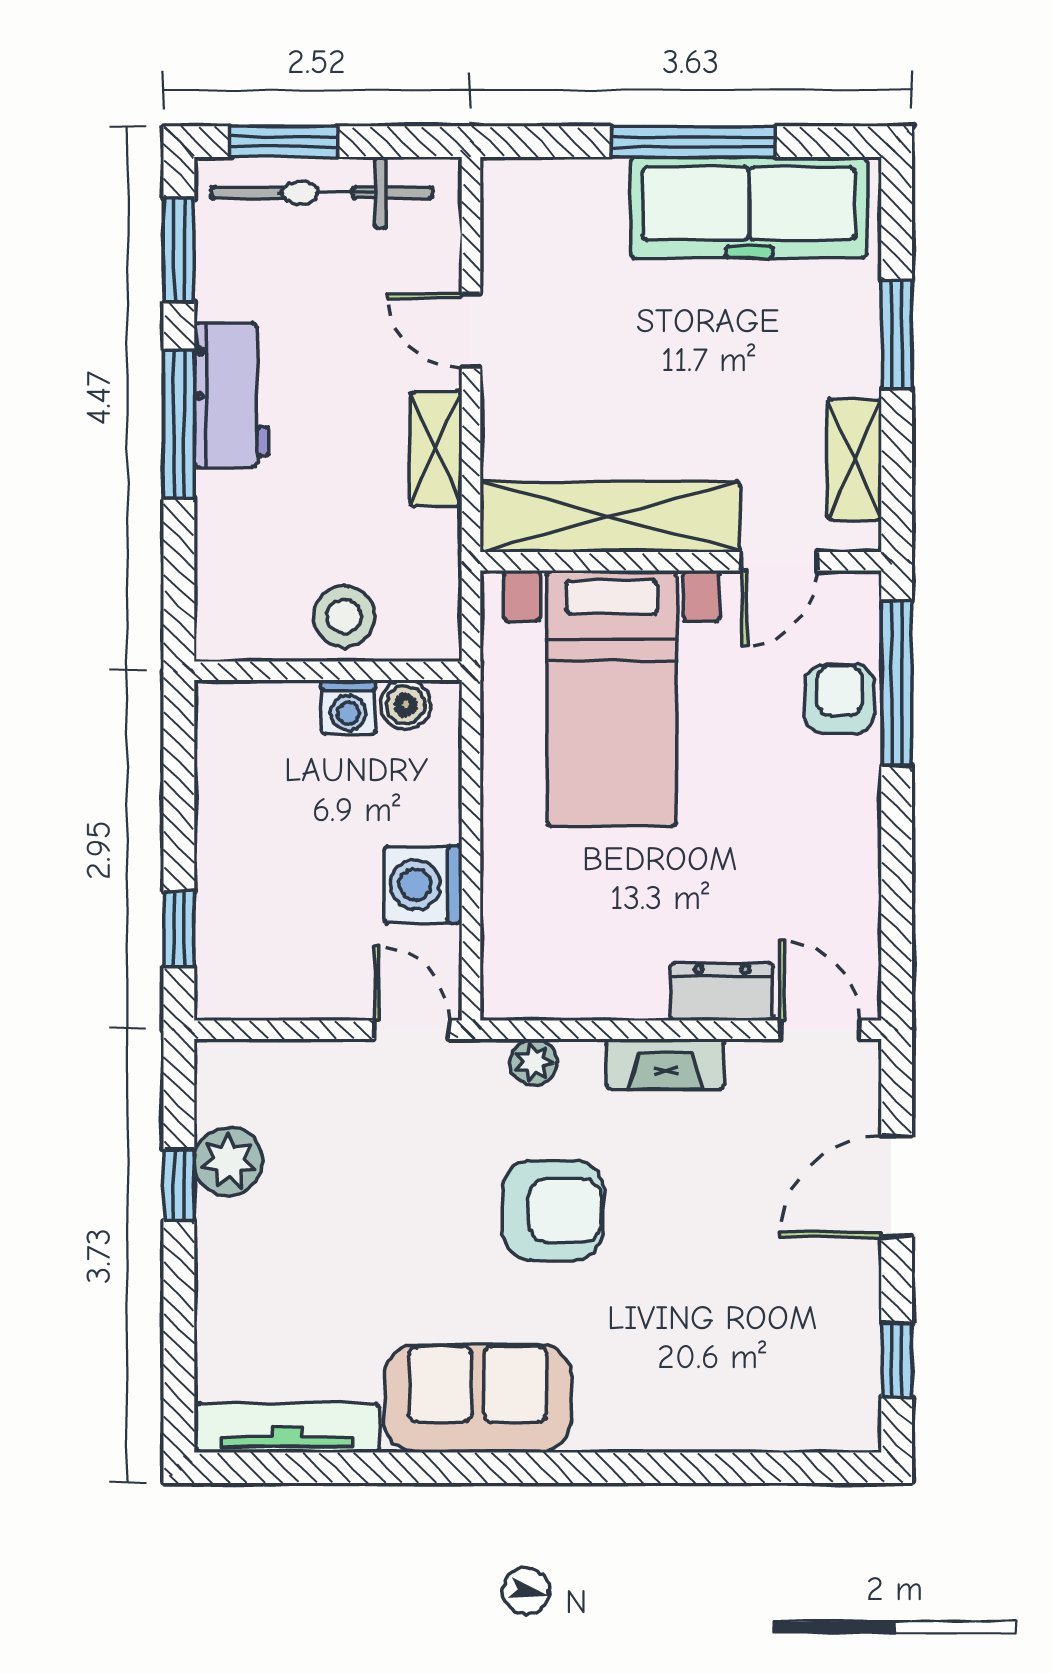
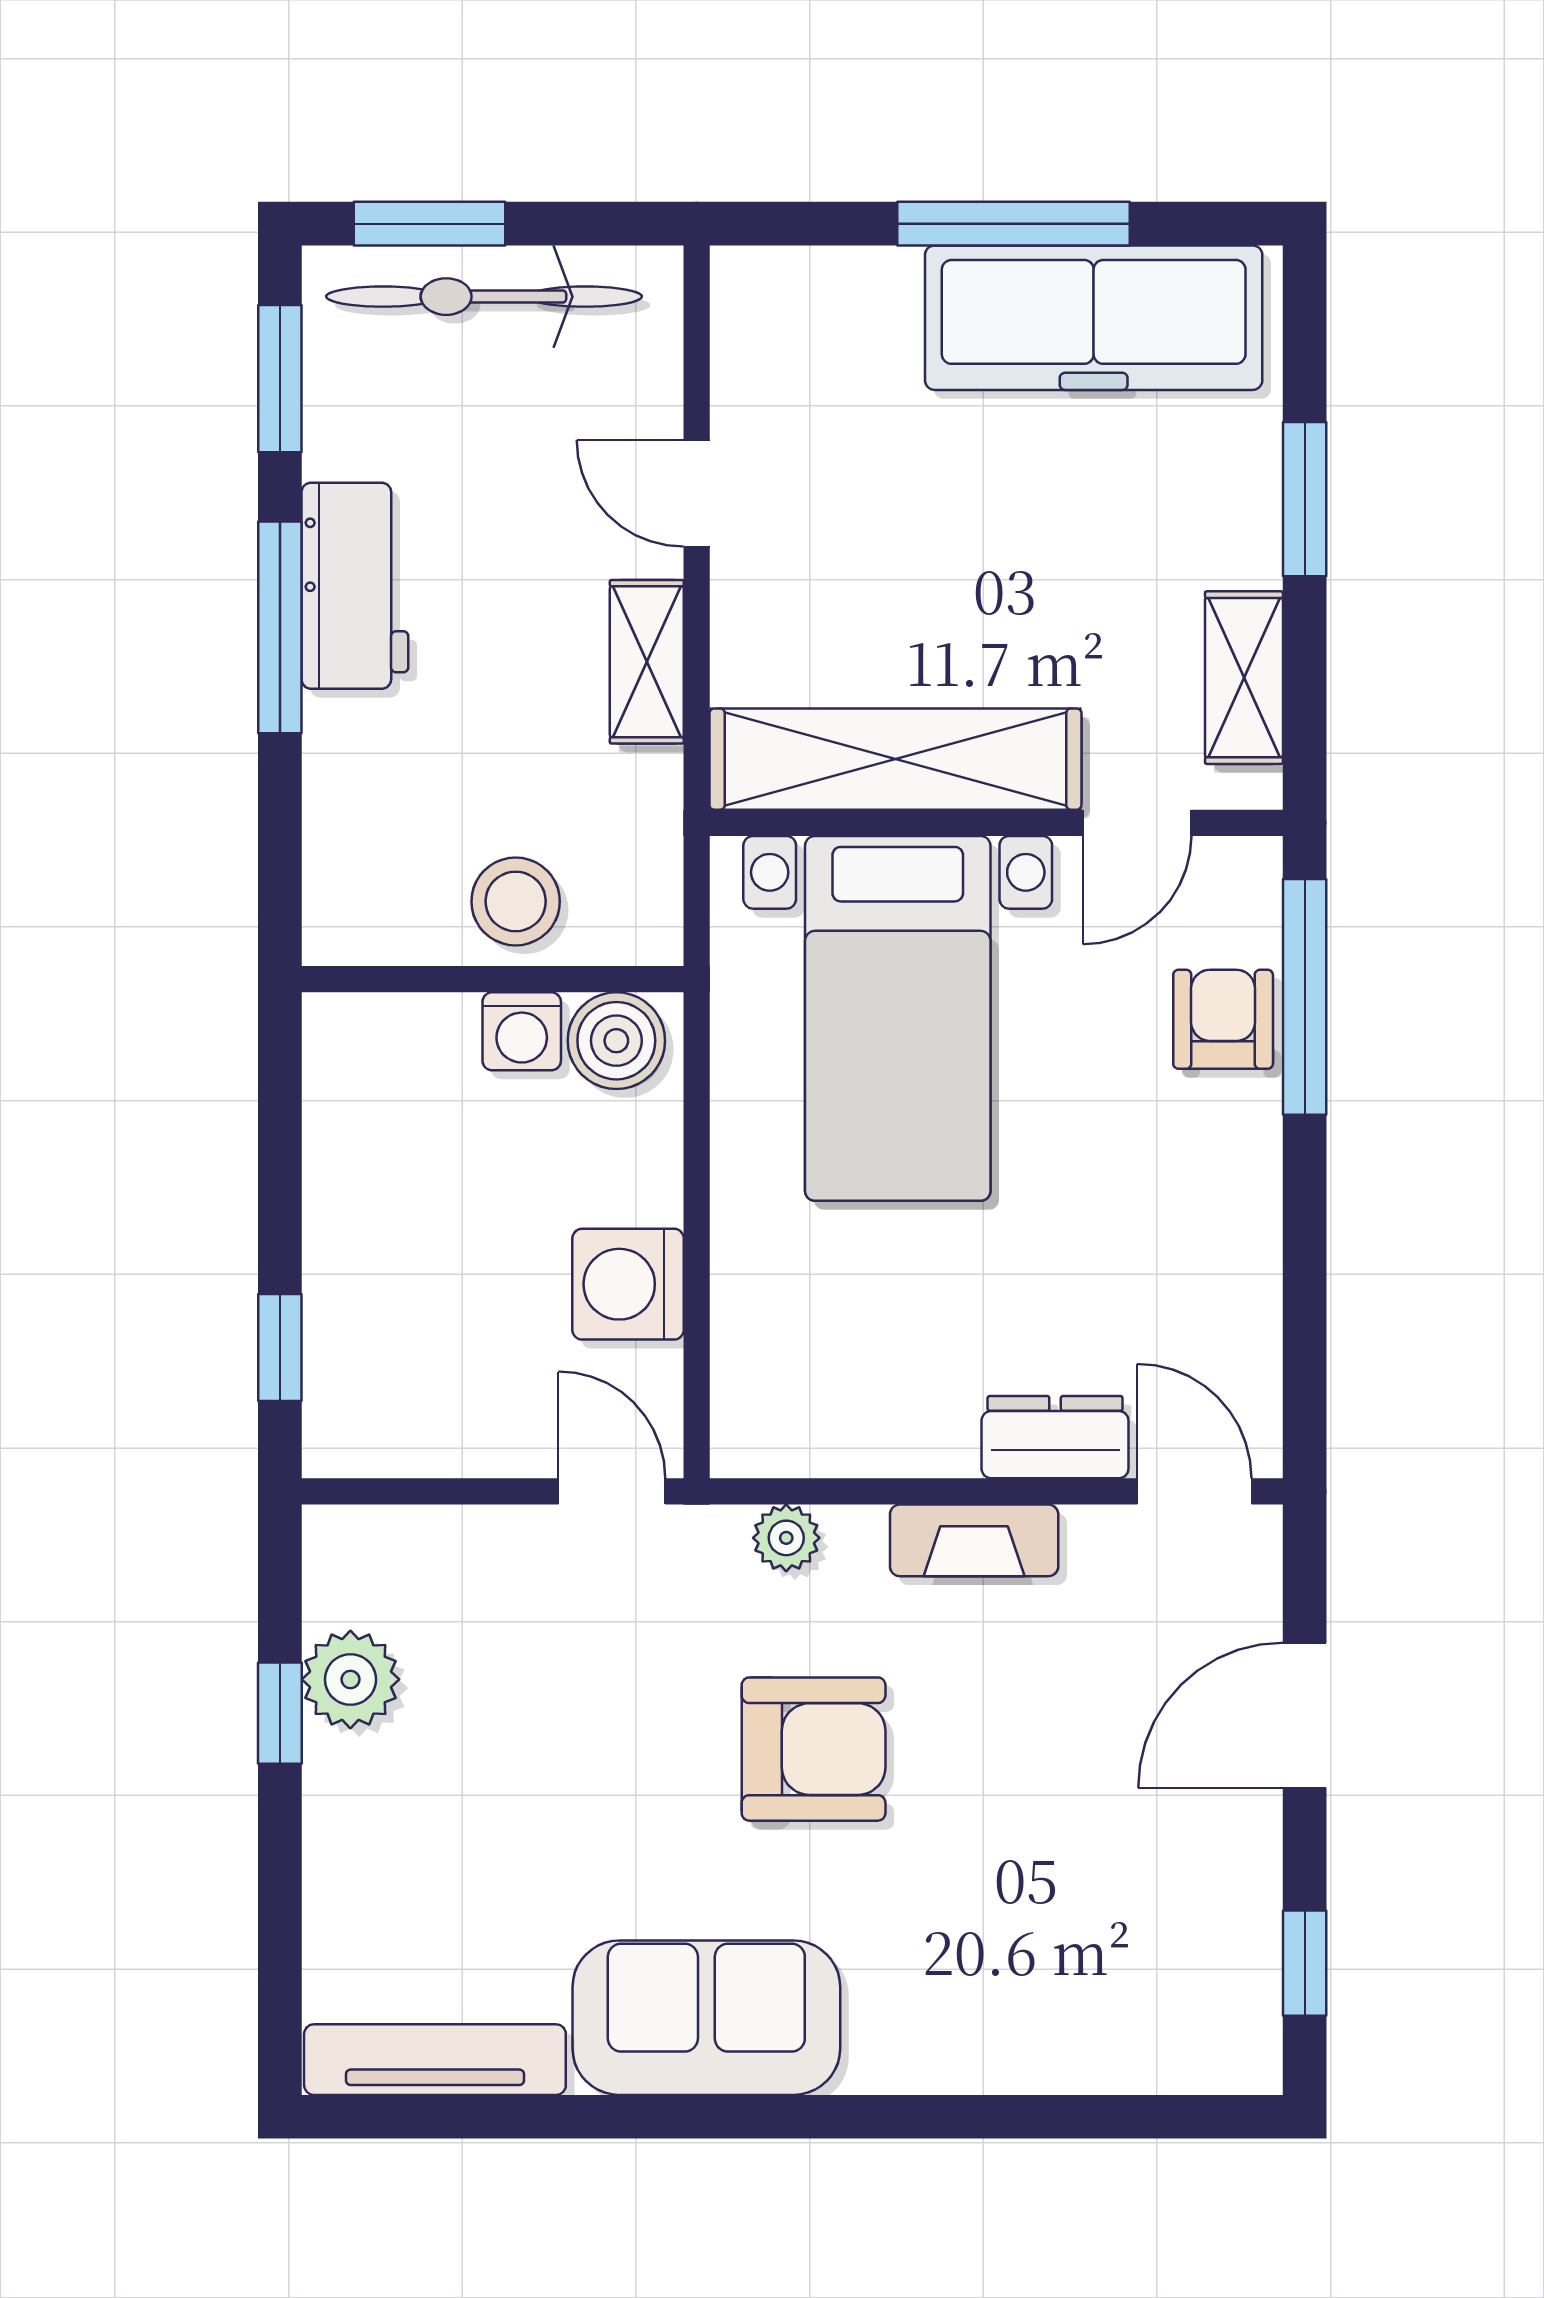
boiler: (406, 705) -> (616, 1041), width x1.36, depth x1.36

